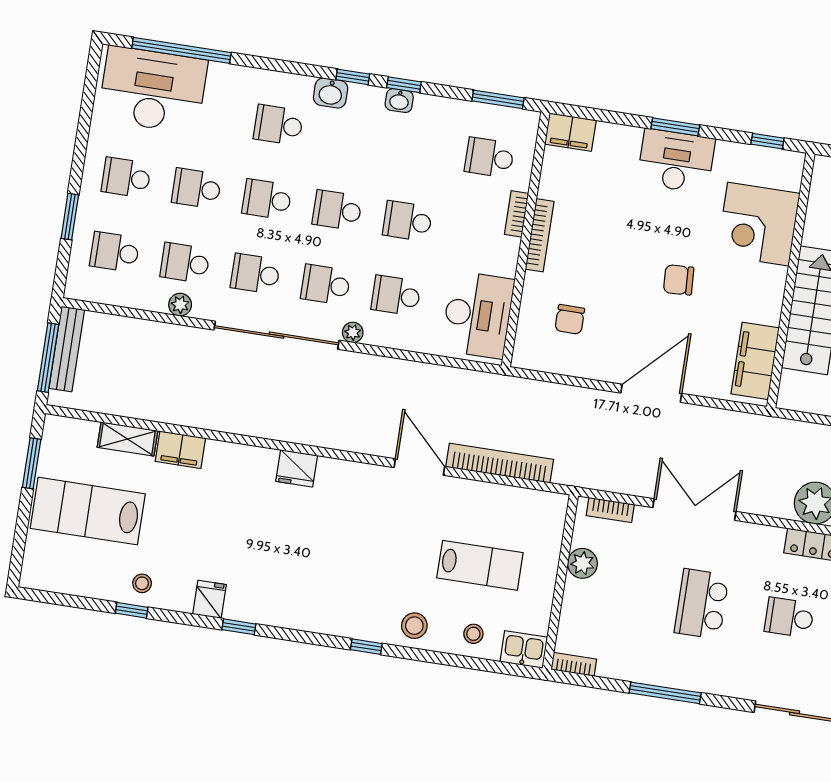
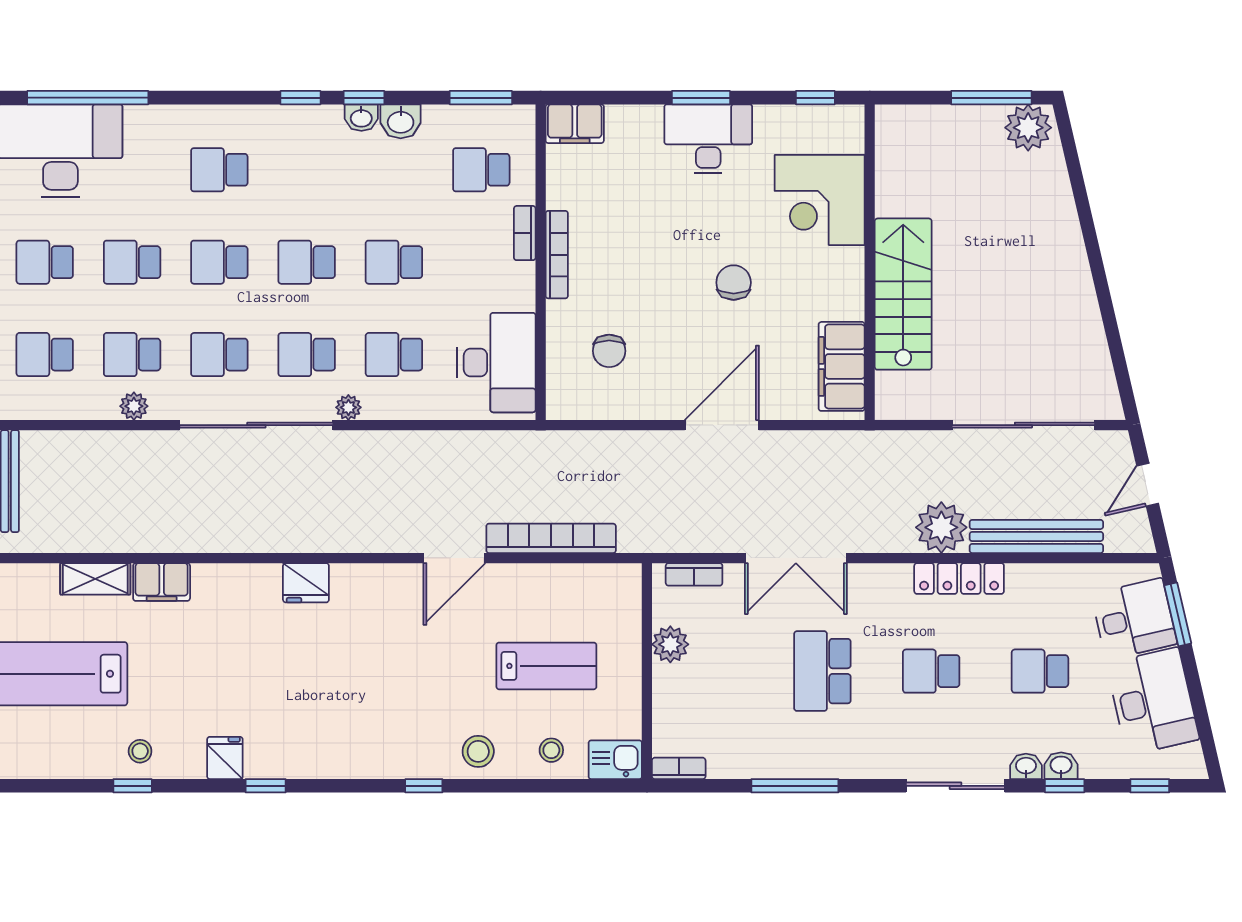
washbasin: (331, 93) -> (401, 121), moved
chair: (679, 280) -> (734, 283), turned 93
door: (419, 467) -> (454, 558), swing flipped
double door: (694, 510) -> (796, 558), swing flipped

